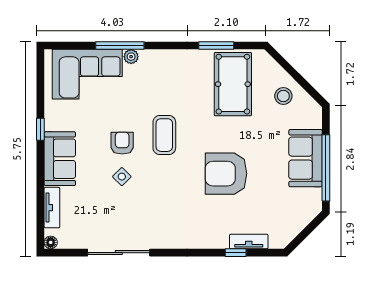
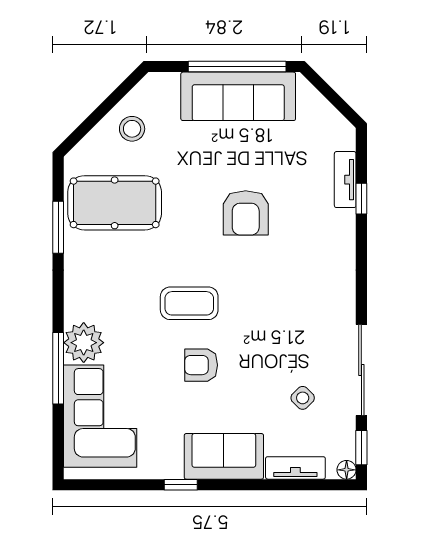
plant: (131, 57) -> (84, 343), width x1.87, depth x1.87
sofa: (306, 158) -> (238, 96), width x1.36
armchair: (226, 174) -> (246, 213), width x0.73, depth x0.73
side table: (122, 177) -> (303, 398), moved
window: (66, 253) -> (361, 448), added

